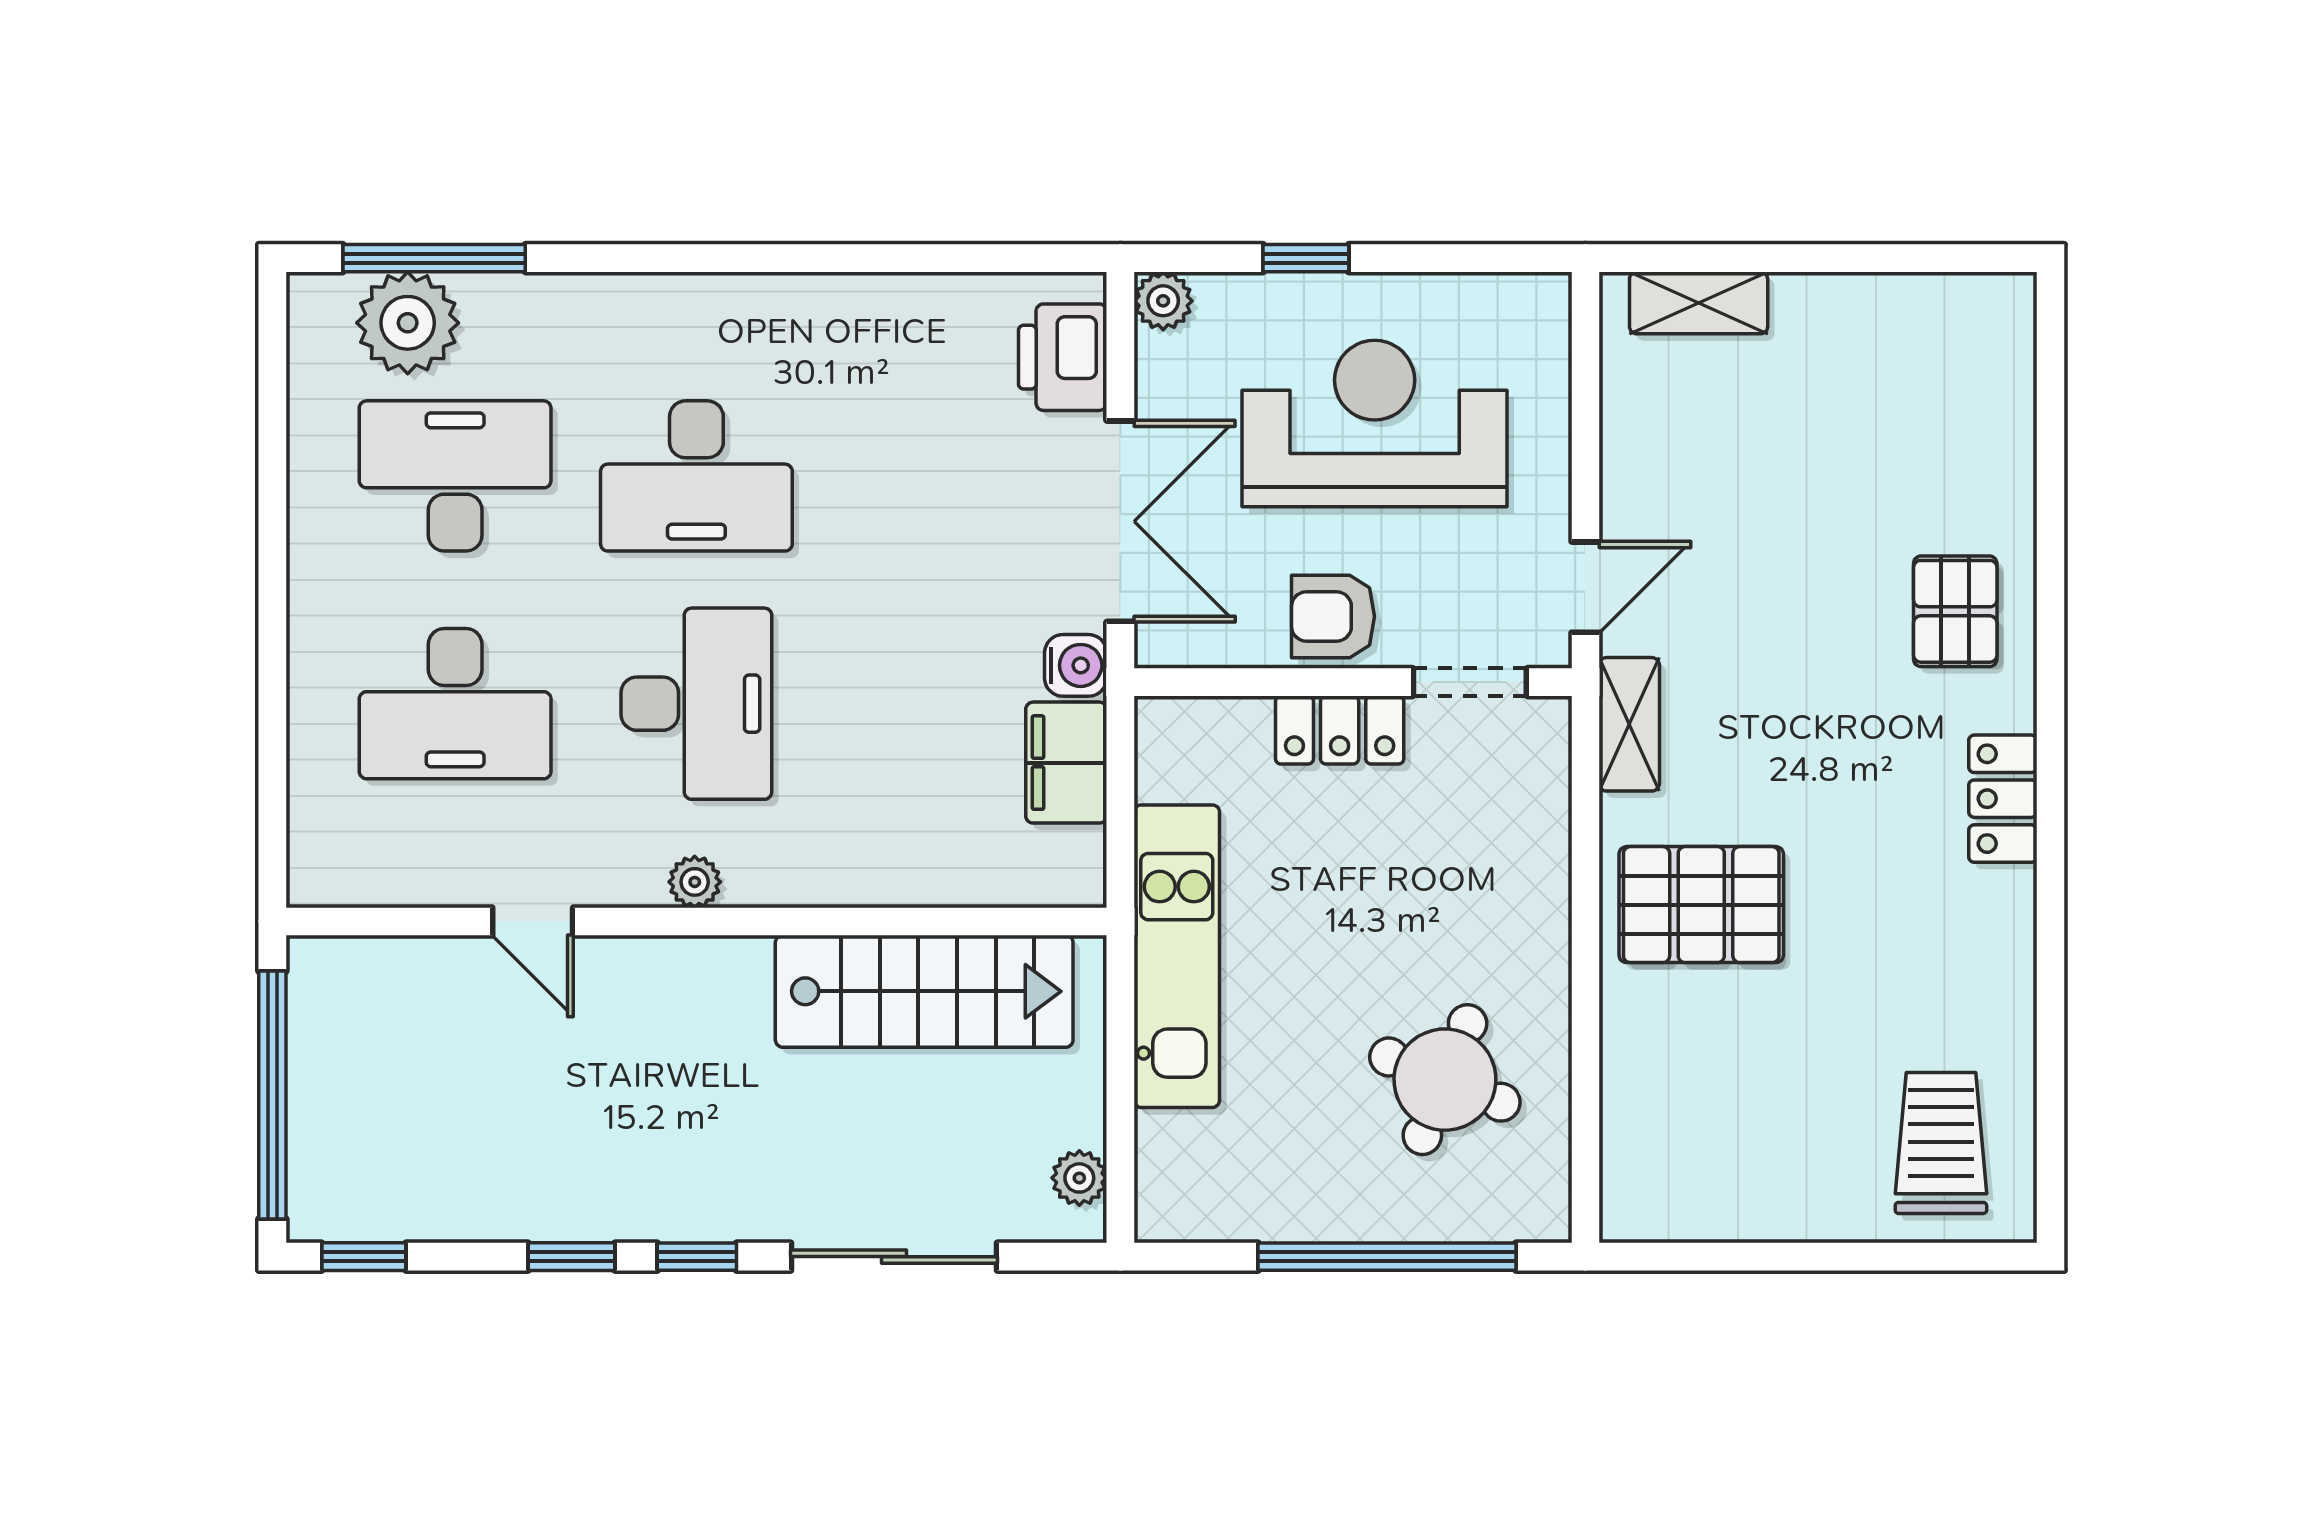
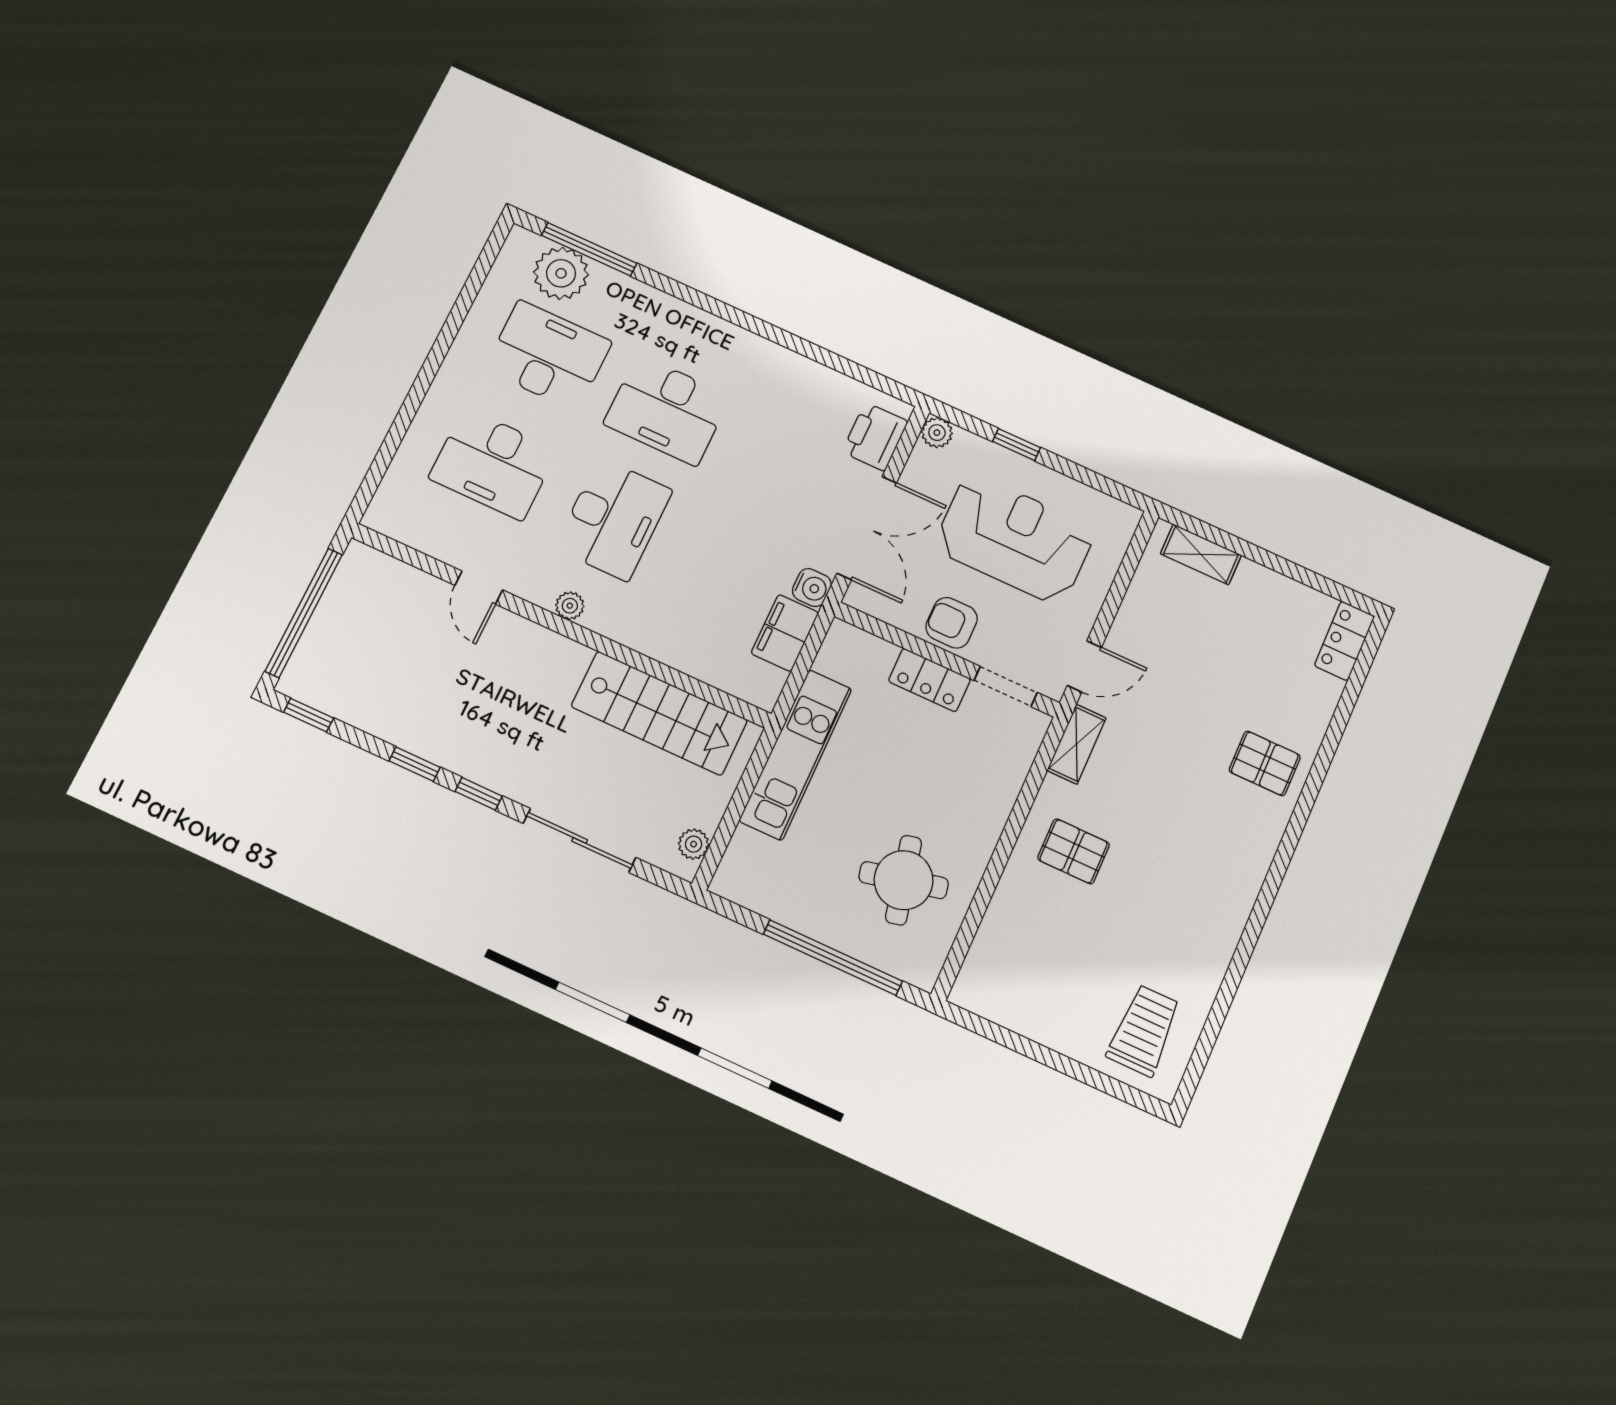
pallet: (1955, 611) -> (1265, 763), turned 90
locker: (2003, 799) -> (1344, 641), moved
pallet: (1701, 905) -> (1074, 851), width x0.67, depth x0.71
round table: (1445, 1080) -> (904, 880), turned -35

